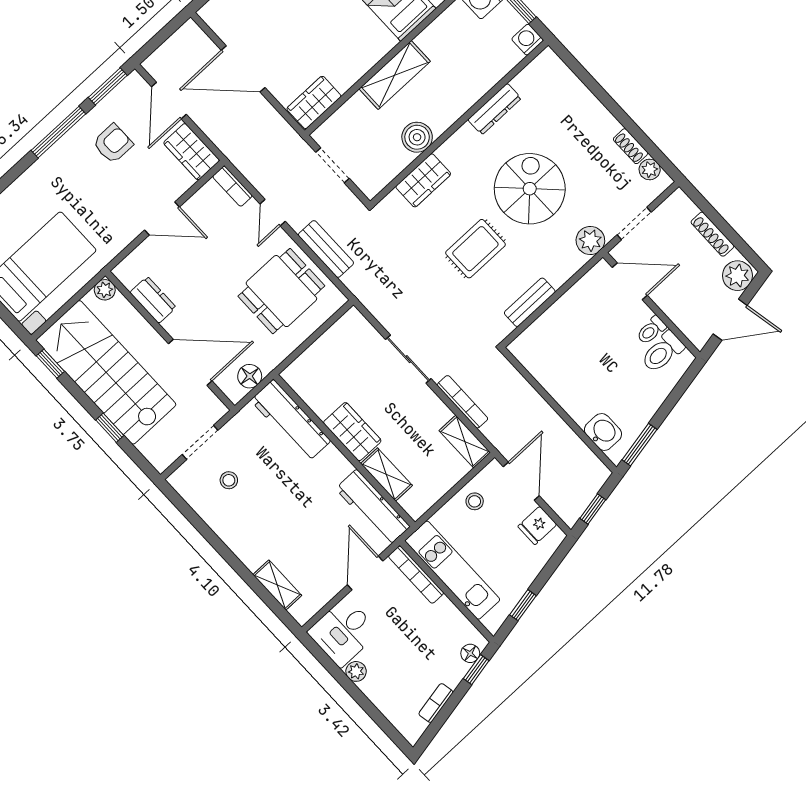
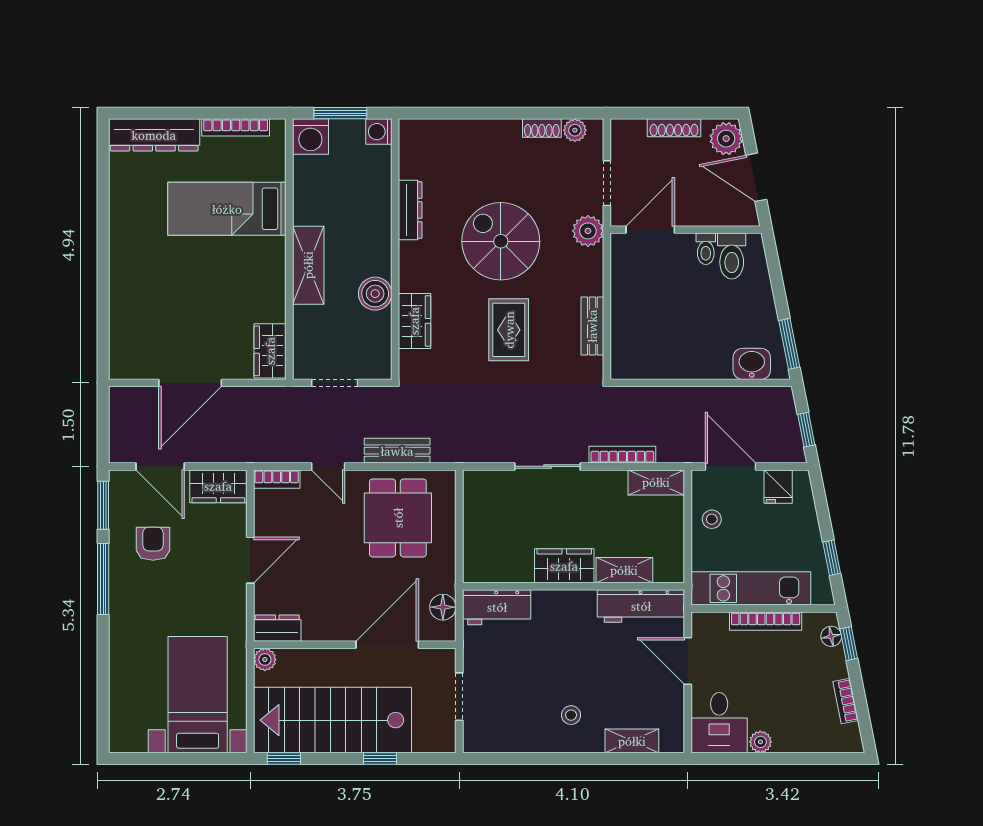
dresser: (153, 300) -> (277, 628), moved
door: (730, 320) -> (756, 177), swing flipped
workbench: (291, 421) -> (497, 607), width x0.73
stool: (229, 480) -> (571, 715), moved
bookcase: (416, 575) -> (766, 621), moved

